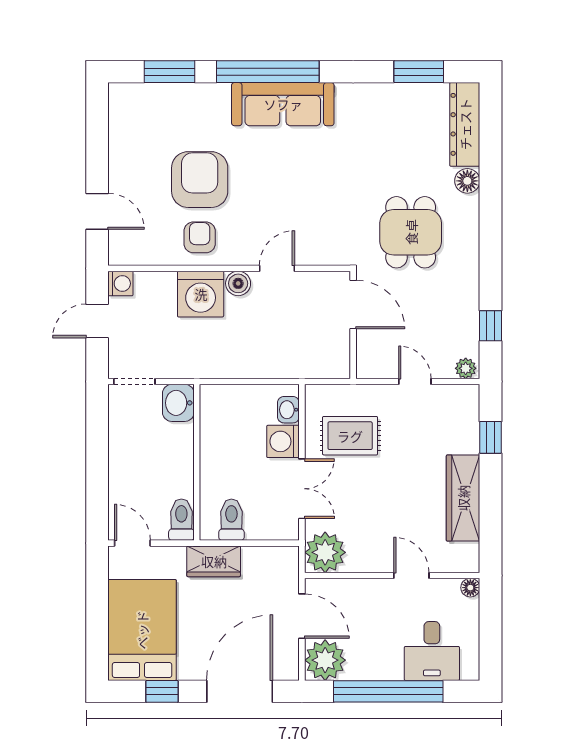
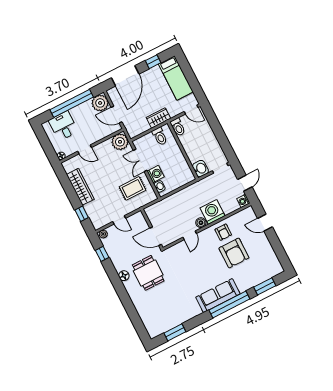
dresser: (465, 124) -> (149, 322), removed
floor lamp: (467, 181) -> (124, 276), moved
bed: (142, 630) -> (176, 78), width x0.67

